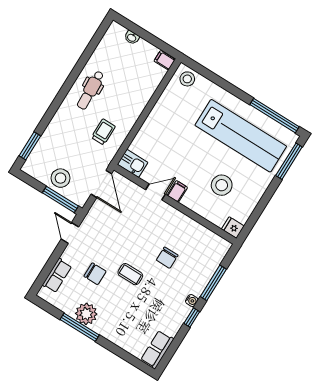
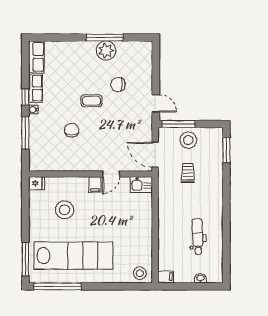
dental chair: (90, 90) -> (198, 237), moved
trolley: (103, 132) -> (188, 173), moved, turned 180
lab bench: (241, 136) -> (73, 256), turned 180
row of seats: (57, 276) -> (36, 88), moved, turned 180

